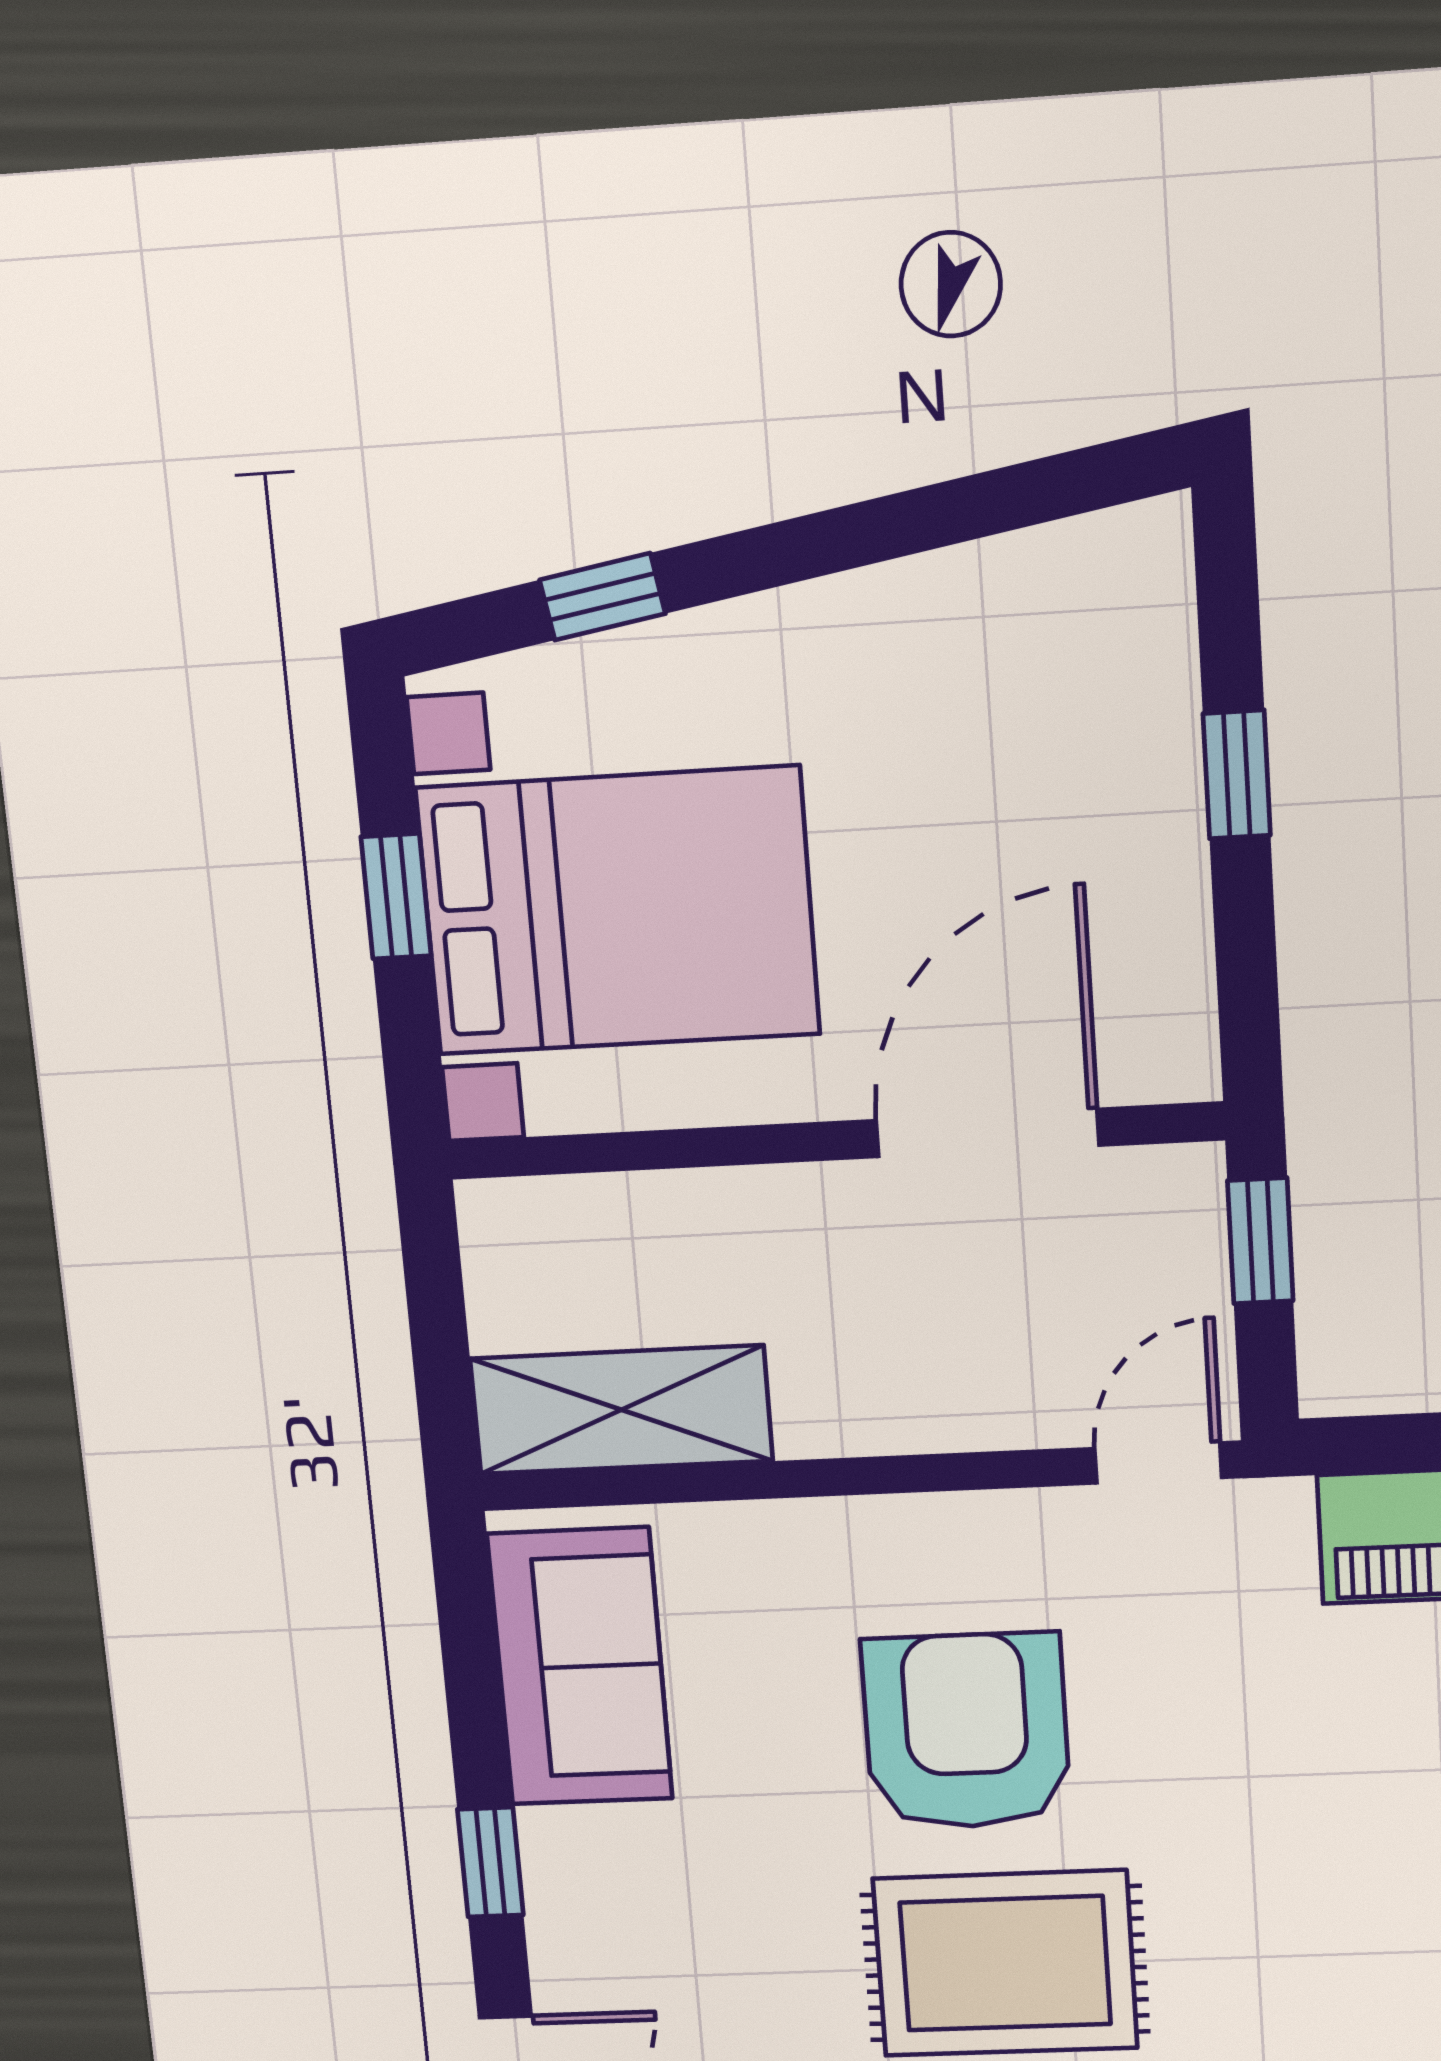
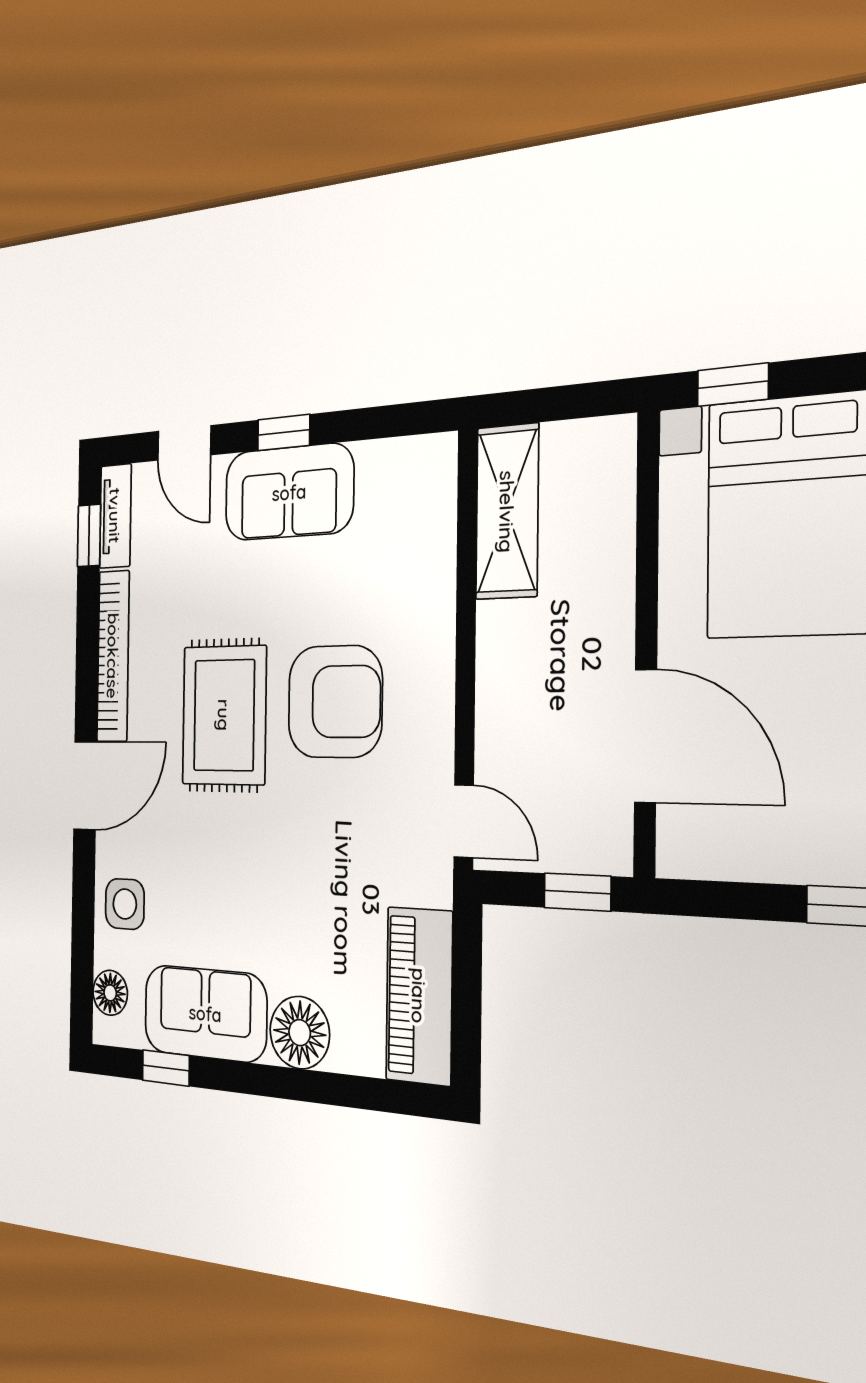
window: (396, 896) -> (733, 385), moved
sofa: (580, 1667) -> (289, 492), moved

